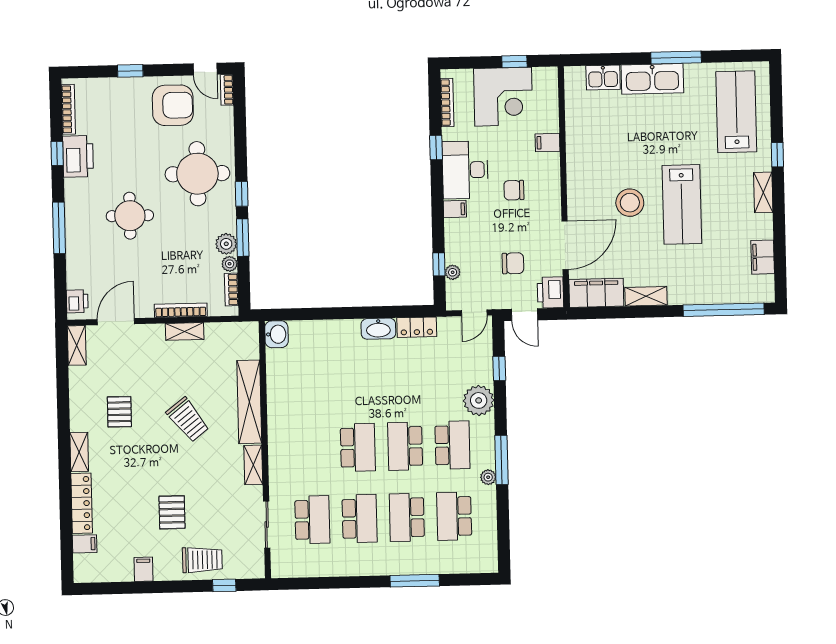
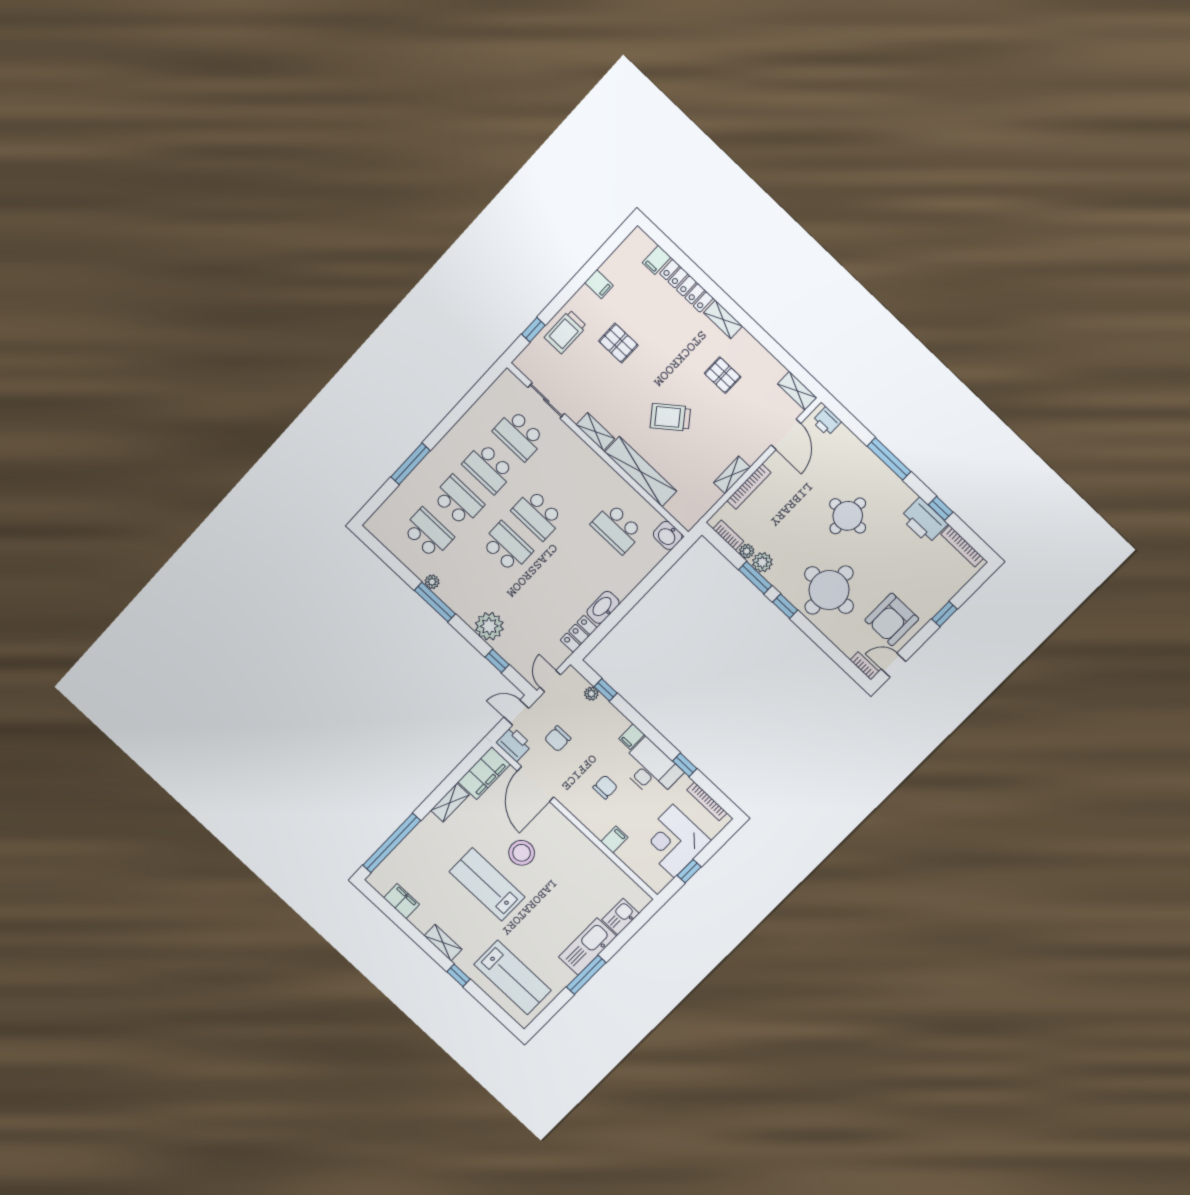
school desk: (452, 445) -> (617, 528), moved

